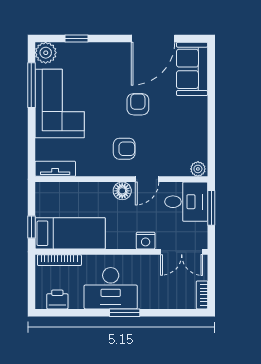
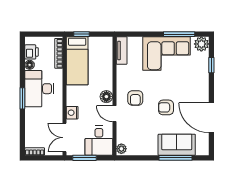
sofa: (192, 69) -> (177, 145), moved
window: (211, 90) -> (176, 158), added
armchair: (138, 104) -> (166, 107), turned 180
window: (211, 208) -> (84, 158), moved
floor lamp: (76, 302) -> (30, 65), added

